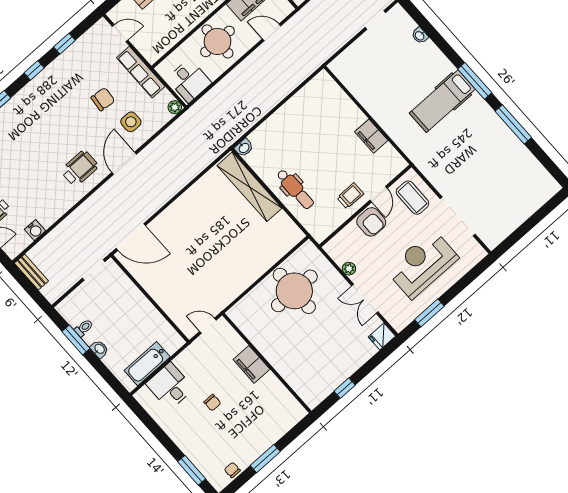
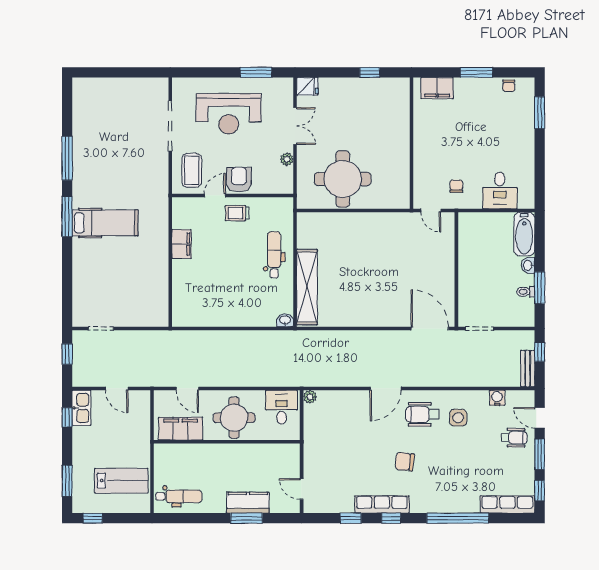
washbasin: (420, 36) -> (78, 287), removed
row of seats: (141, 72) -> (382, 504), moved, turned -90
chair: (103, 99) -> (405, 462), moved
side table: (131, 122) -> (458, 418), moved
window: (34, 292) -> (540, 352), added
bathtub: (147, 364) -> (524, 234), moved, turned 90
filing cabinet: (252, 364) -> (437, 88), moved, turned 90
chair: (212, 403) -> (456, 186), moved

